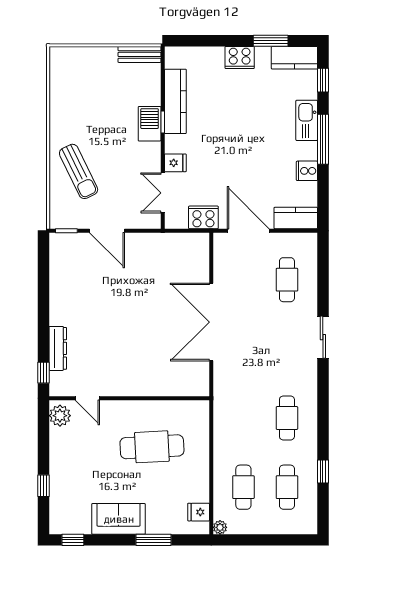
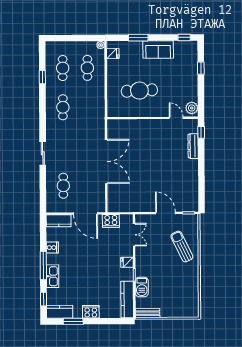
kitchen counter: (175, 101) -> (127, 300), moved
barbecue: (150, 124) -> (142, 287), moved
fridge: (175, 163) -> (127, 262), moved

